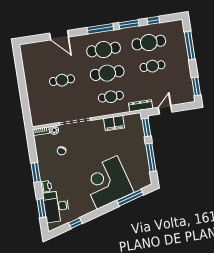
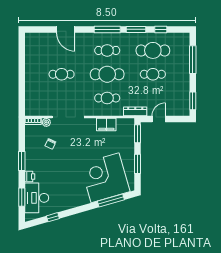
cafe table: (104, 50) -> (107, 50), width x0.73, depth x0.74
window: (151, 157) -> (137, 164), width x0.69
corner desk: (107, 182) -> (105, 178), moved

